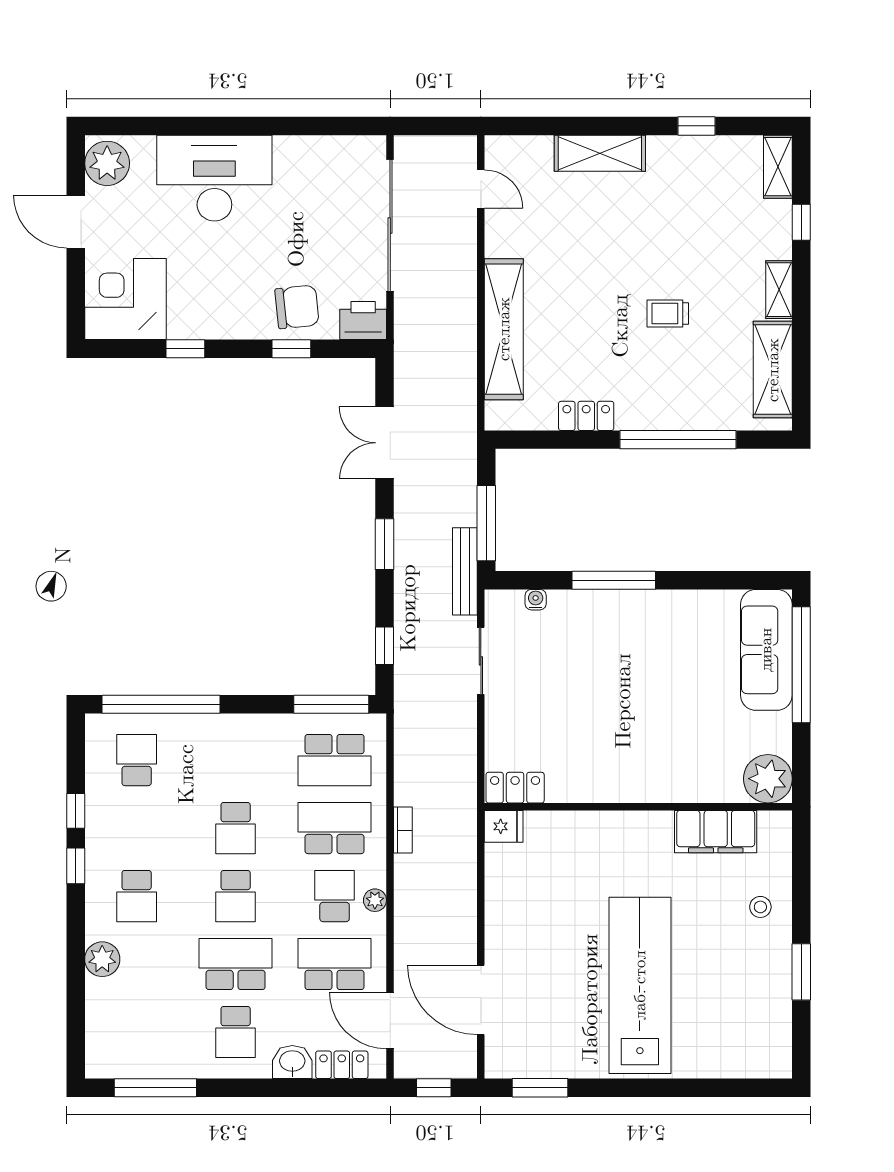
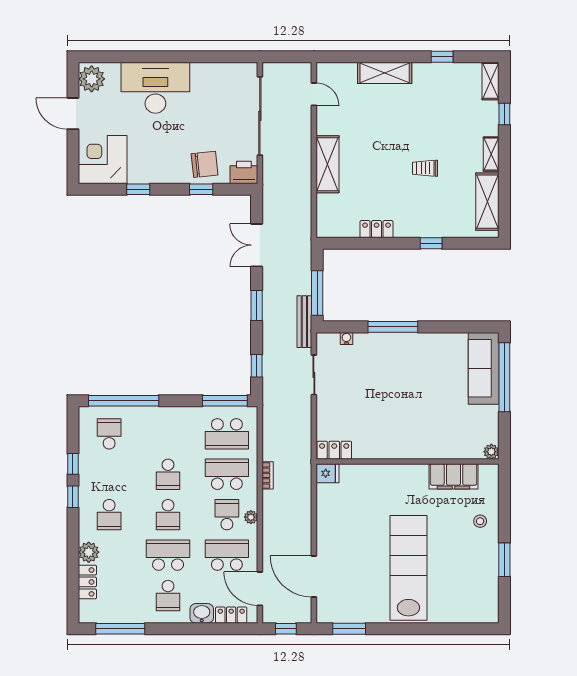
shelving: (504, 329) -> (327, 164), width x0.68
window: (678, 440) -> (431, 243), width x0.32
plant: (768, 779) -> (491, 452), width x0.53, depth x0.53
locker: (100, 1009) -> (87, 582), added

